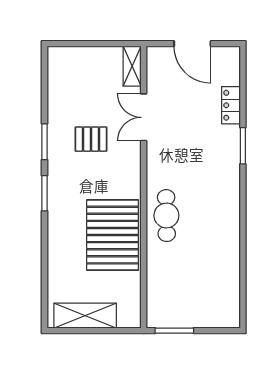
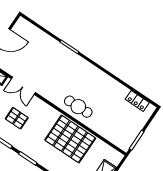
locker: (231, 105) -> (137, 101), moved
pallet: (91, 139) -> (17, 118), turned 90

